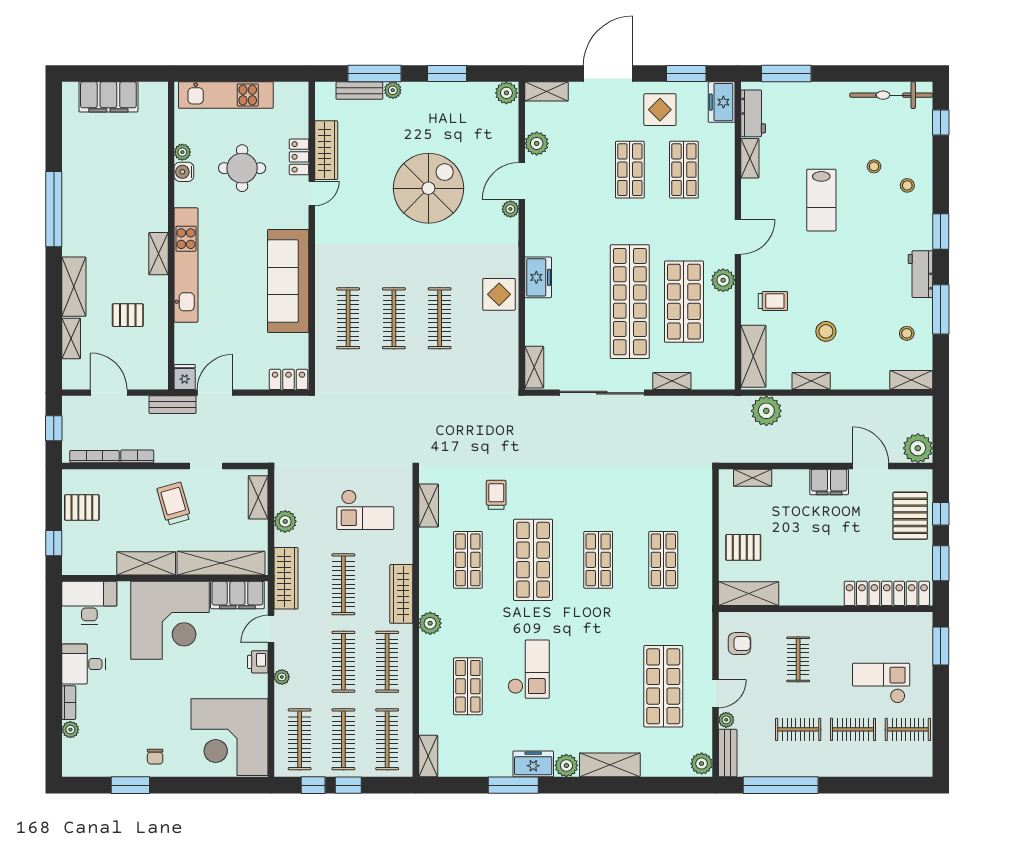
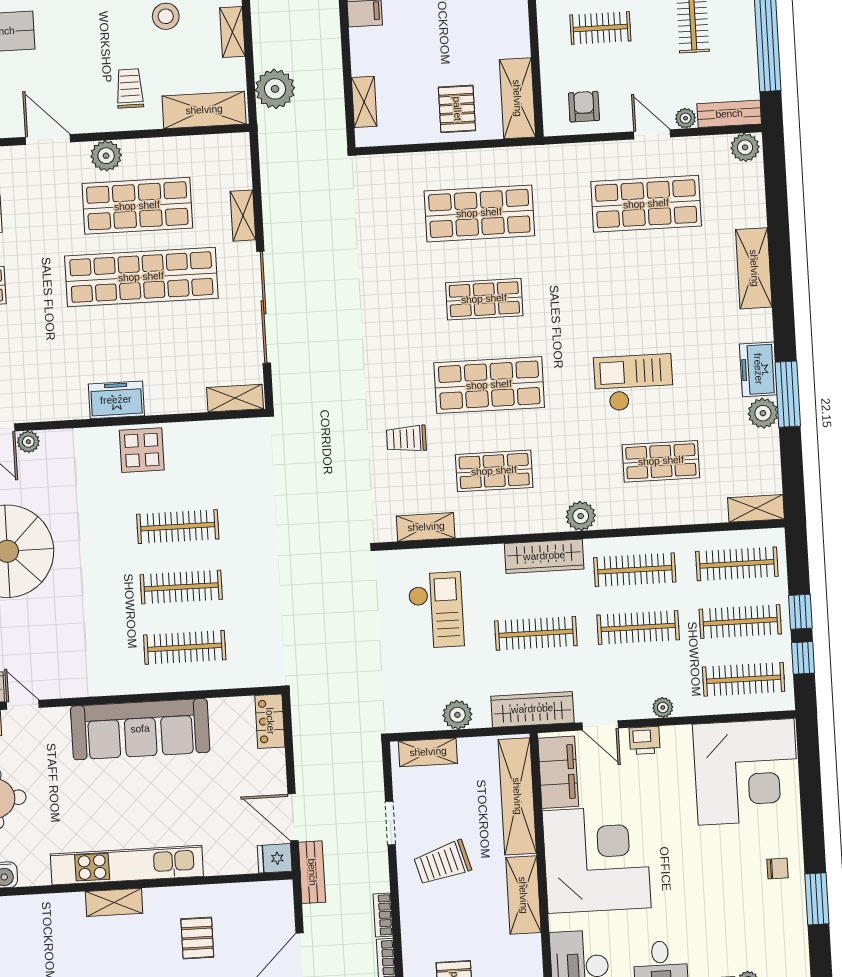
shop shelf: (663, 560) -> (479, 213), width x1.43, depth x1.36
plant: (566, 765) -> (763, 413), moved

